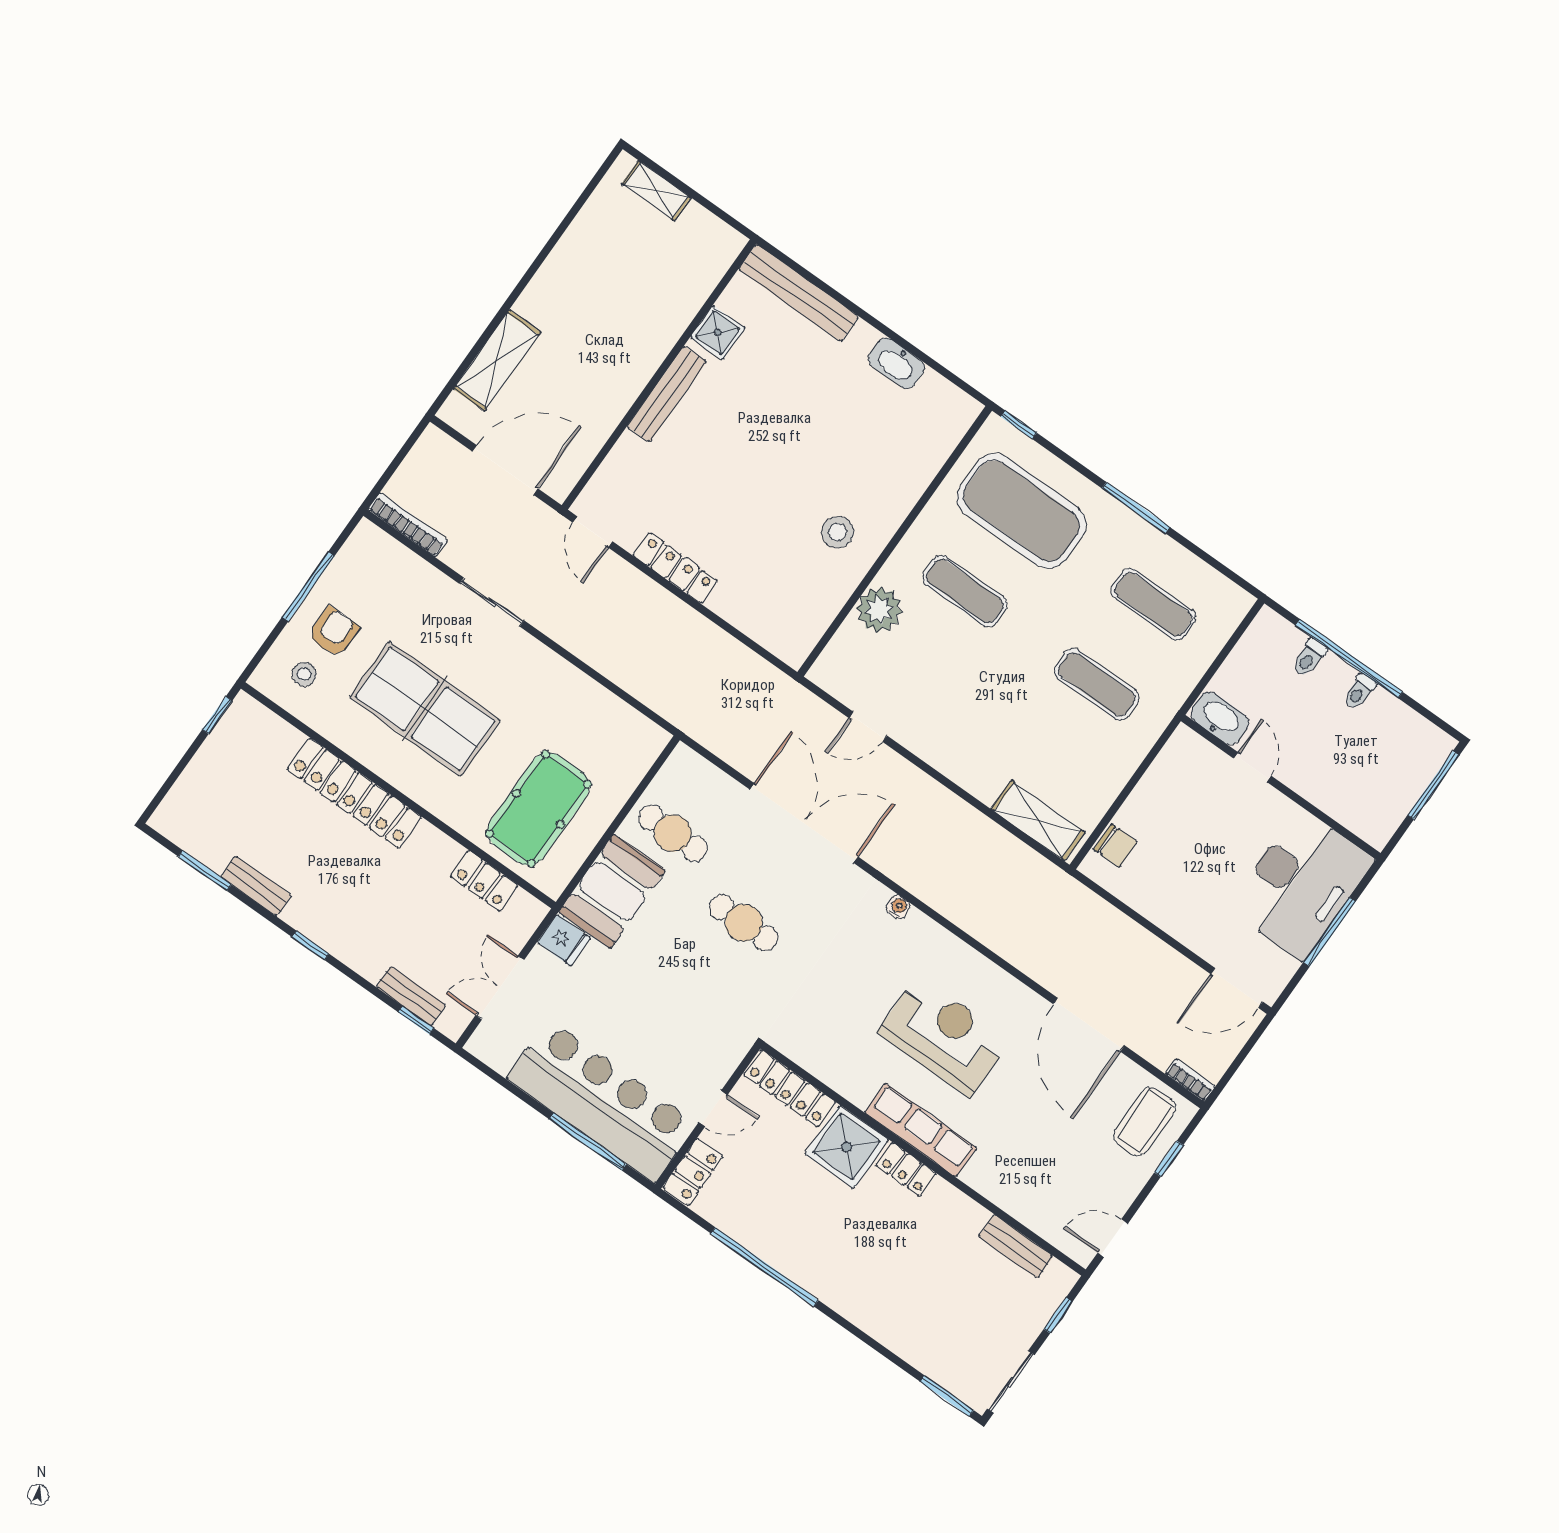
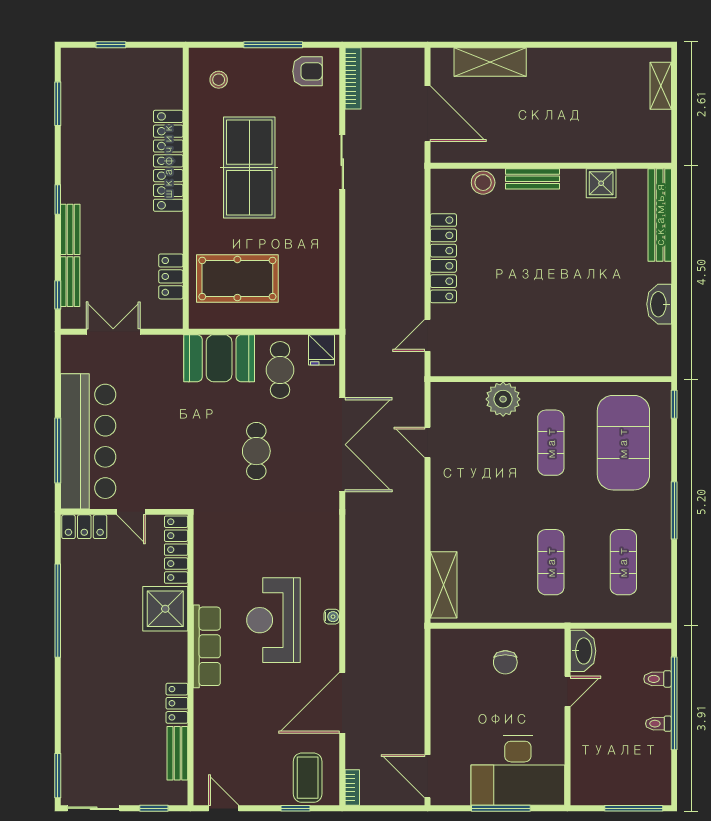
bench: (667, 394) -> (533, 179), width x0.73
door: (593, 532) -> (428, 335), moved
stool: (838, 532) -> (483, 183), moved
locker: (675, 568) -> (443, 258), width x1.41, depth x1.21
armchair: (334, 632) -> (308, 71), moved
window: (217, 715) -> (111, 45), moved
chair: (1115, 846) -> (505, 662), moved
bench: (256, 886) -> (70, 229), moved
water cooler: (898, 907) -> (332, 617), moved
fridge: (564, 940) -> (322, 350), moved
reception desk: (944, 1036) -> (274, 620), turned 180
coffee table: (1145, 1121) -> (308, 778), turned 90
locker: (906, 1169) -> (177, 703), moved

